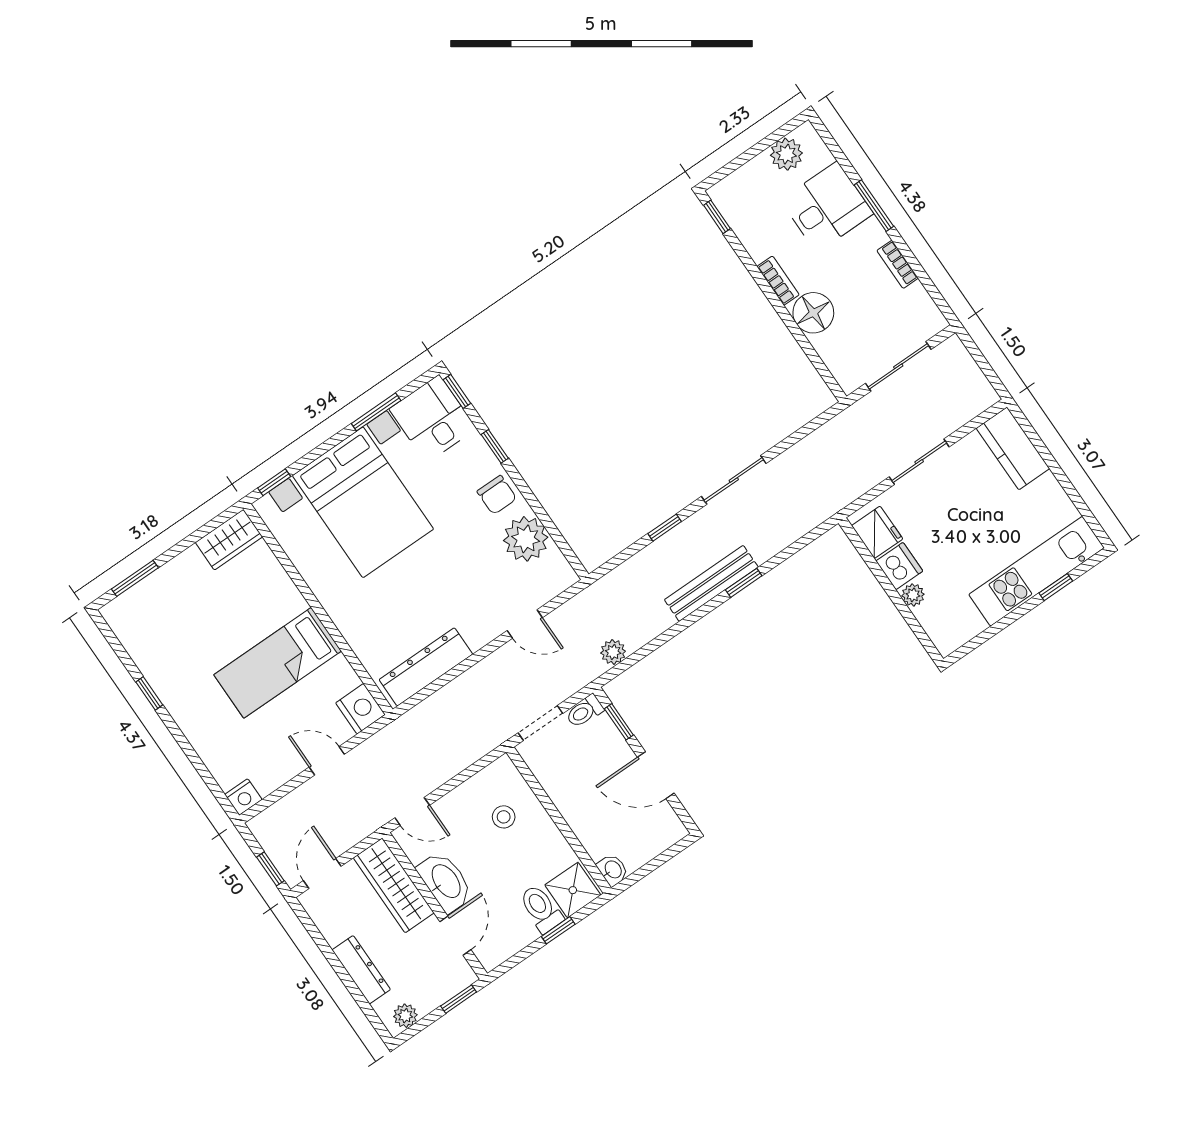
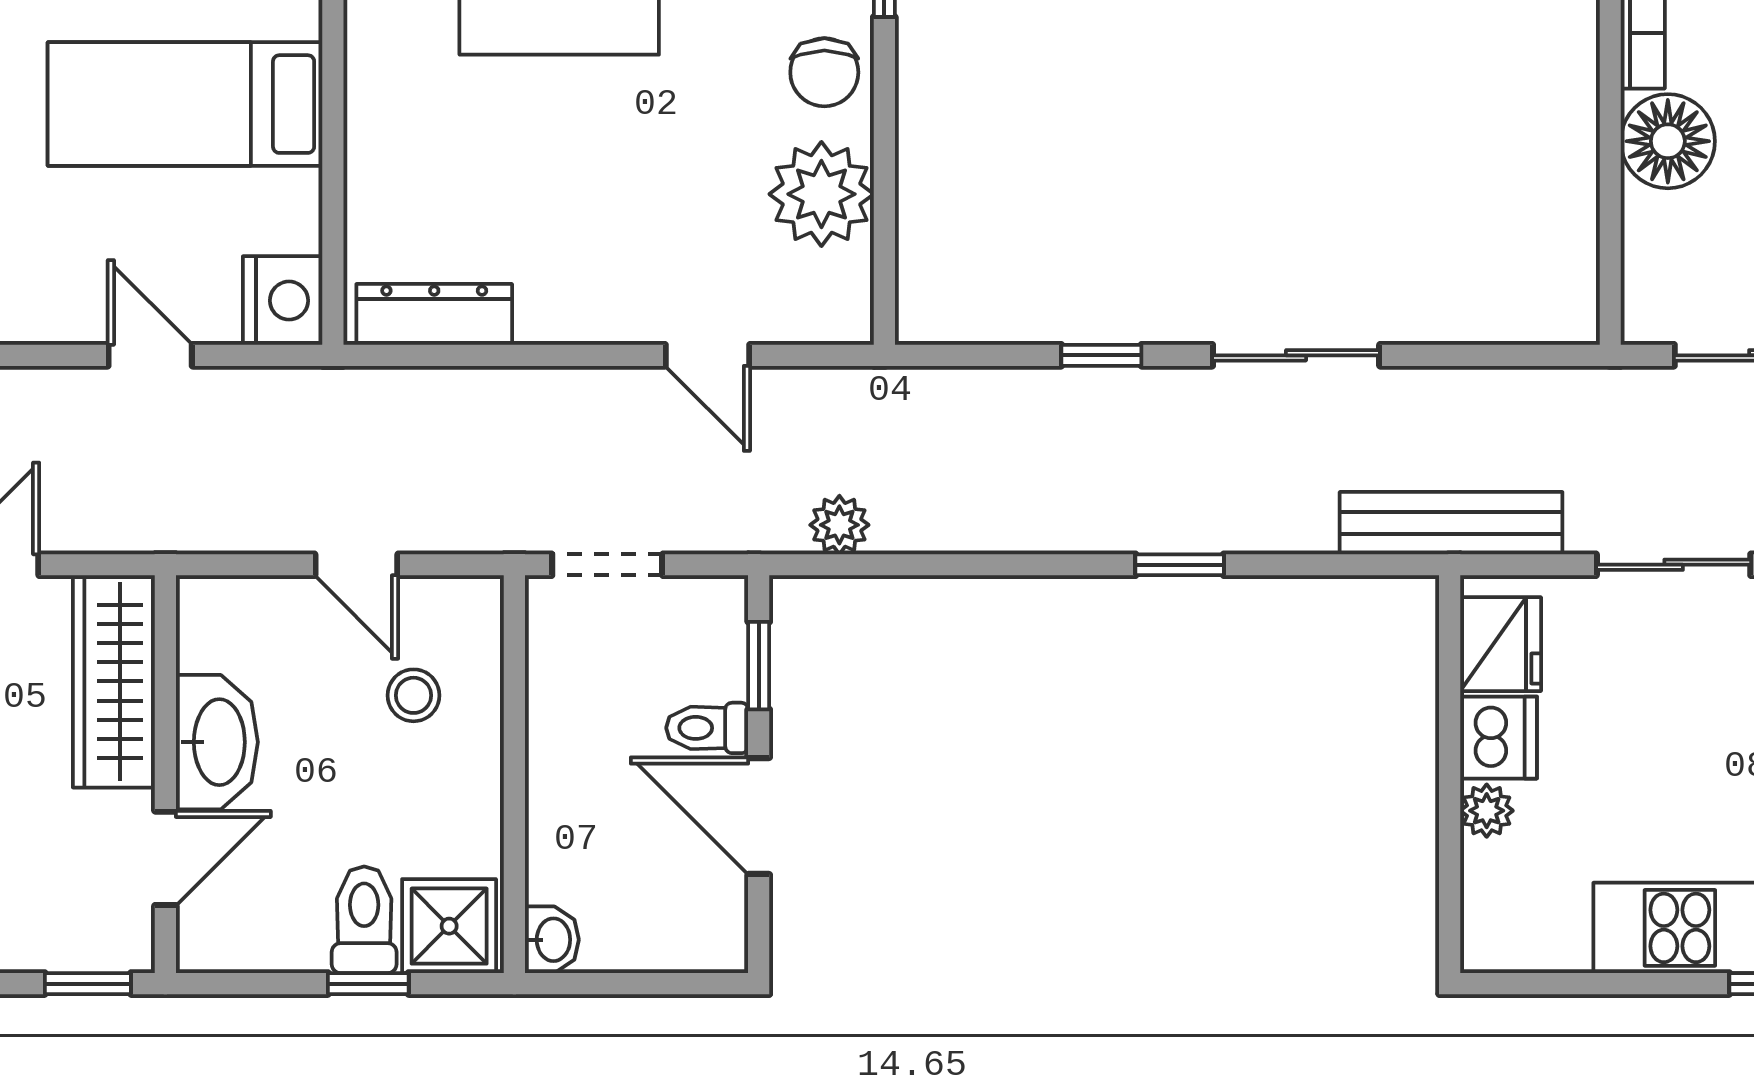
bench: (711, 583) -> (1451, 523), moved
dresser: (426, 667) -> (434, 314), width x0.73, depth x0.80
toilet: (585, 711) -> (707, 728), moved
door: (412, 811) -> (356, 565), moved

